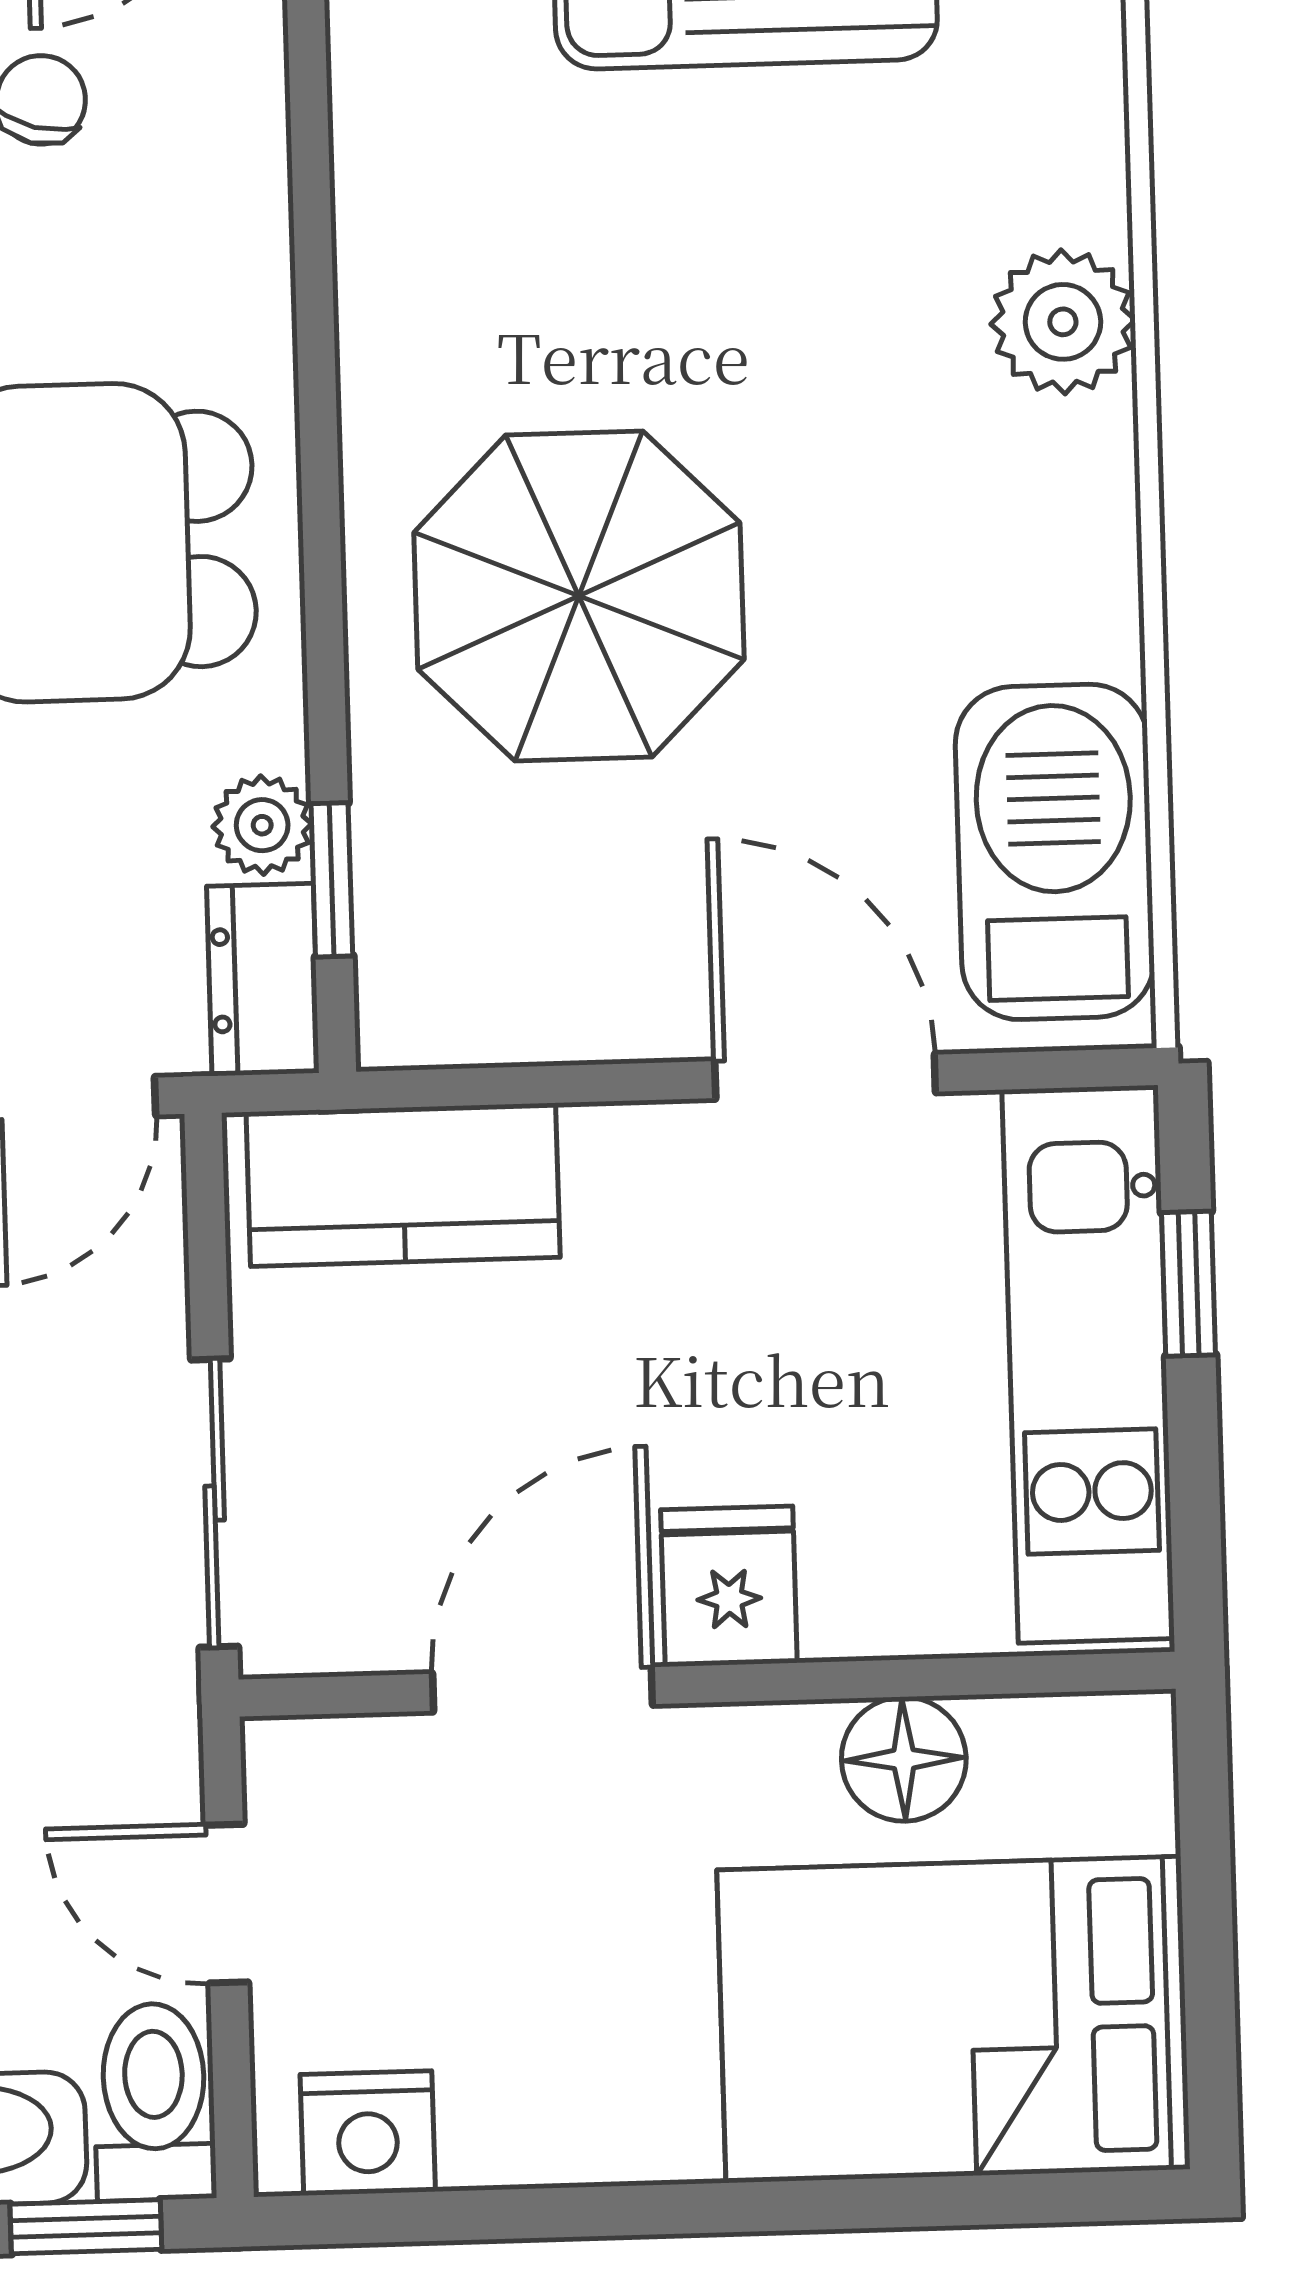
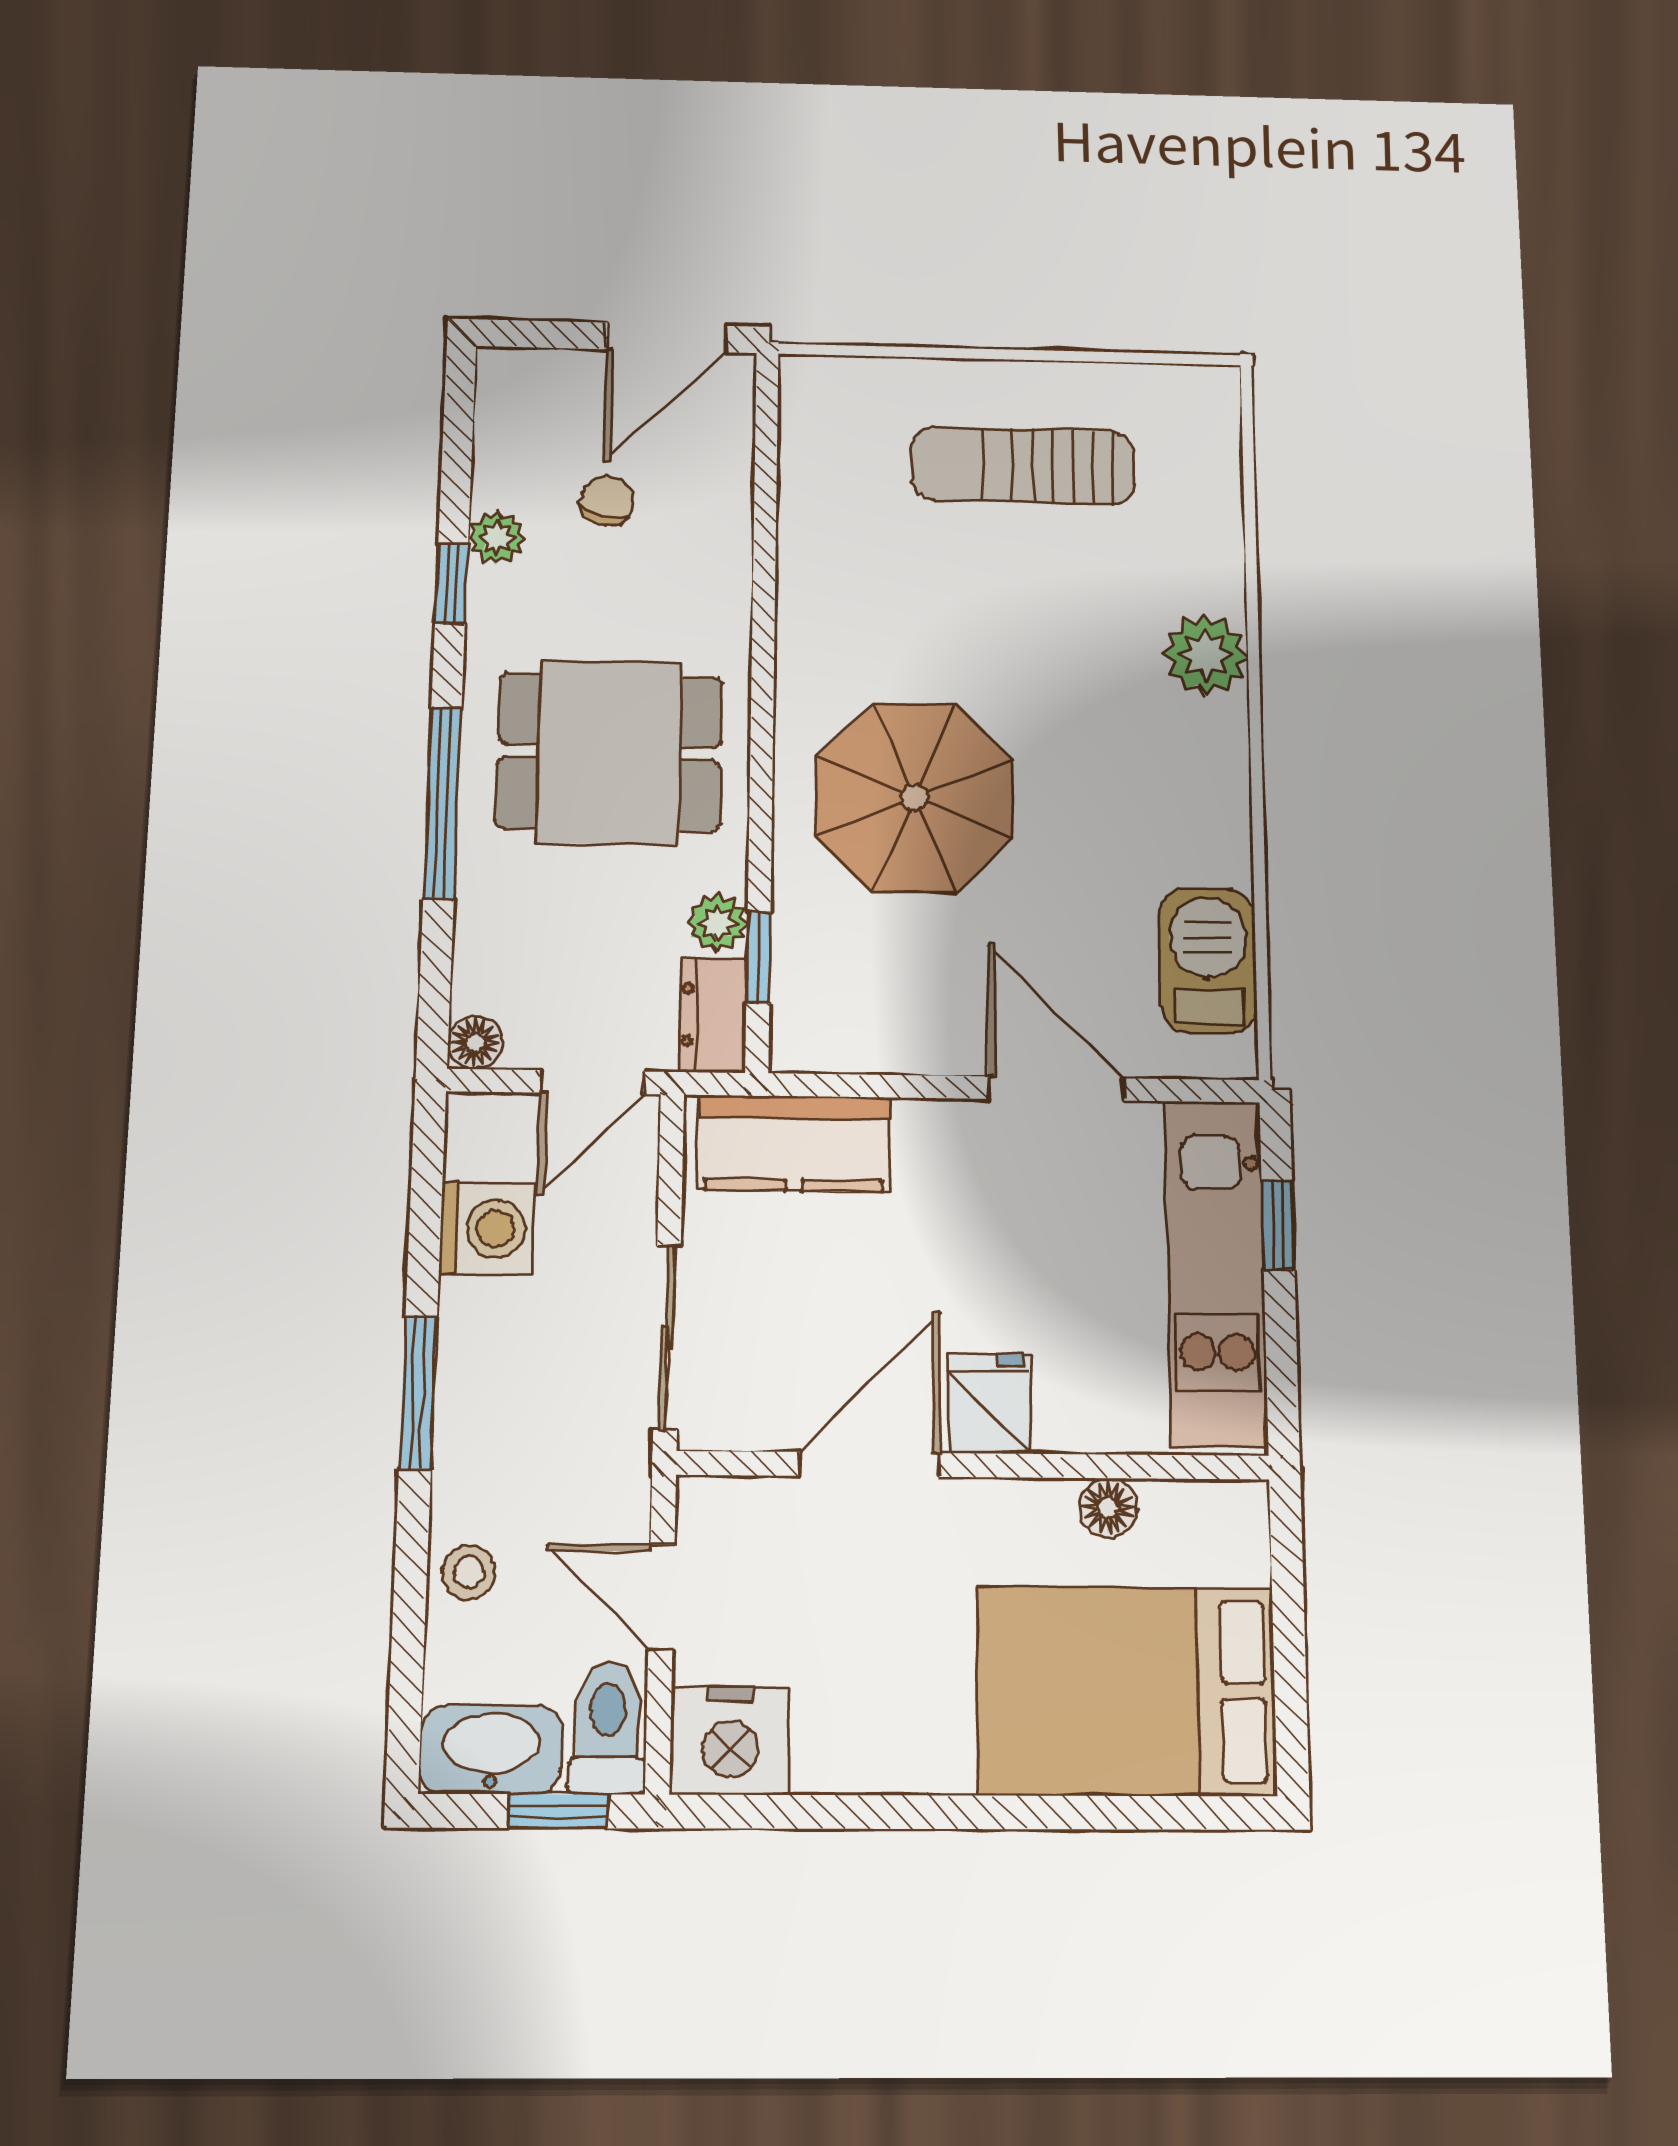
barbecue: (1055, 852) -> (1208, 960), width x0.73, depth x0.83
floor lamp: (904, 1759) -> (1108, 1508), width x0.73, depth x0.73
nightstand: (368, 2133) -> (730, 1740), width x1.36, depth x1.33

